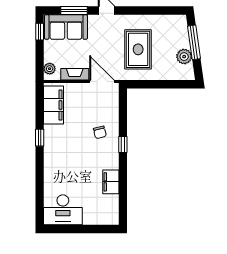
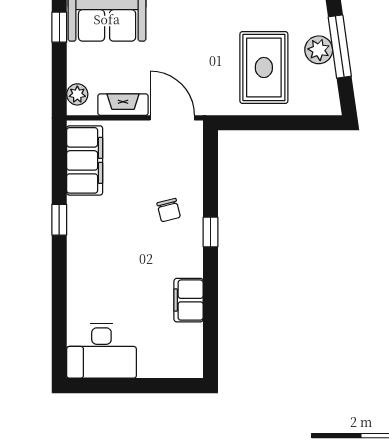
rug: (138, 49) -> (264, 68), moved
plant: (184, 57) -> (319, 50), moved

